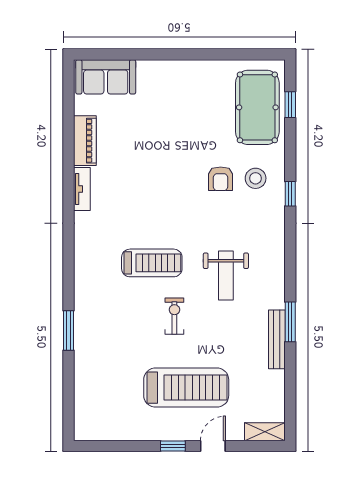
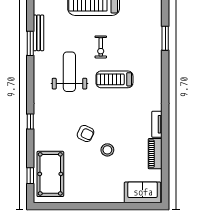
stool: (256, 178) -> (107, 150), moved
armchair: (221, 179) -> (86, 133), moved, turned 115
weight bench: (226, 275) -> (69, 72), width x1.36, depth x1.33

